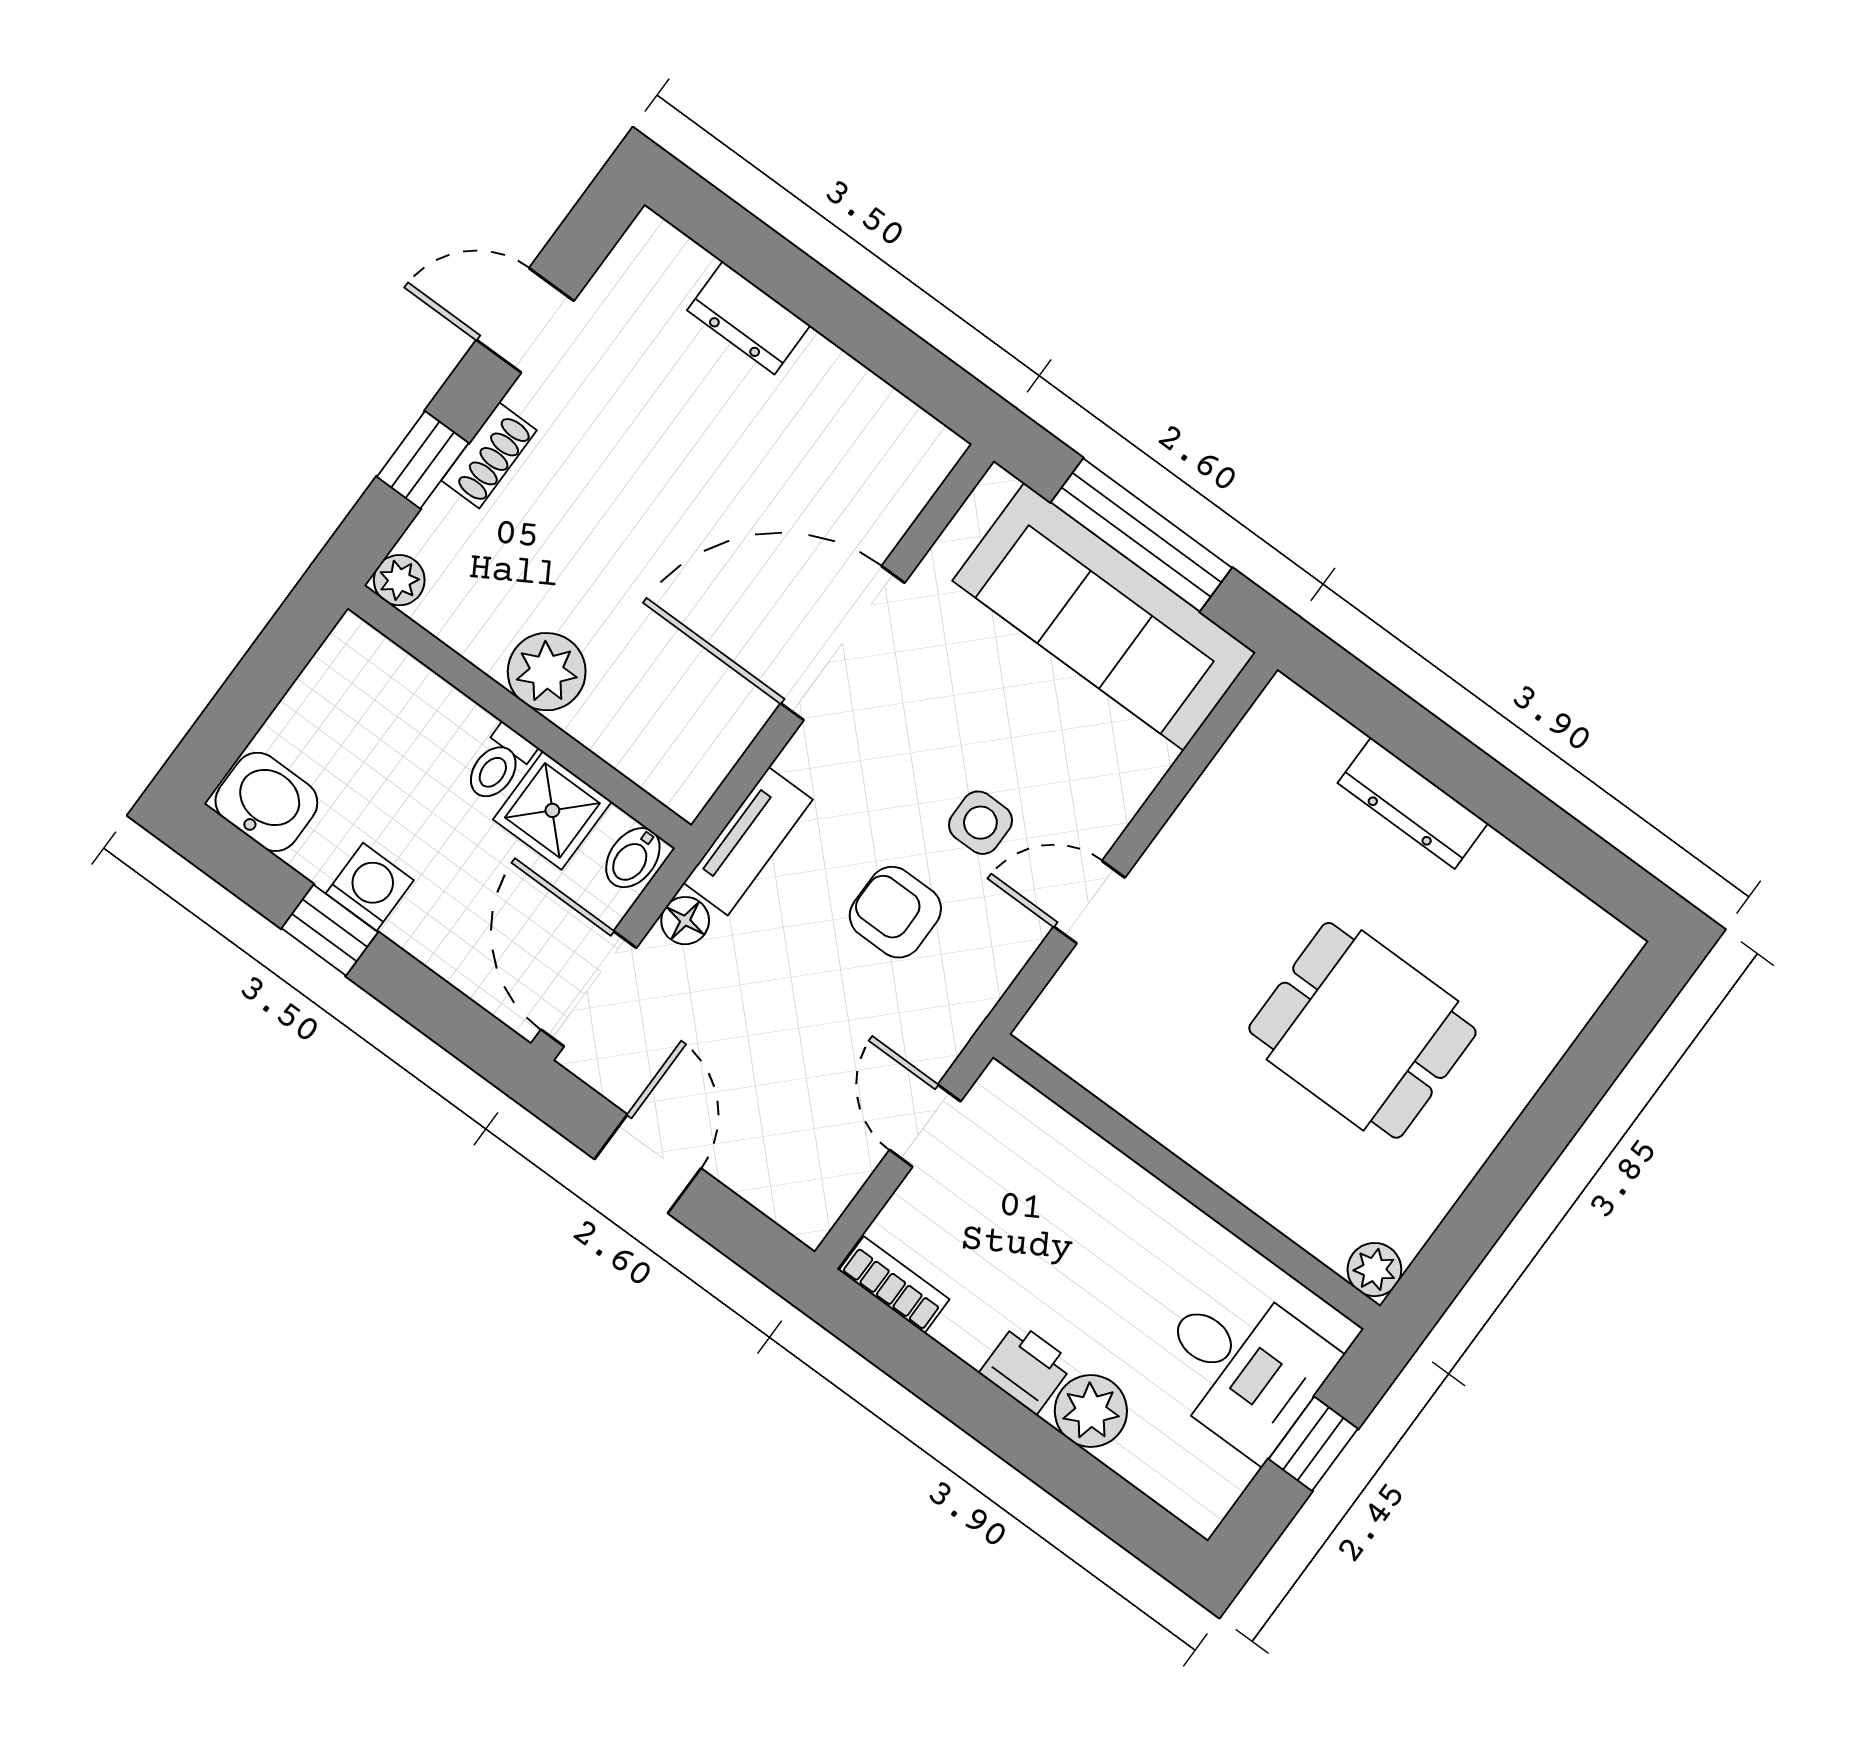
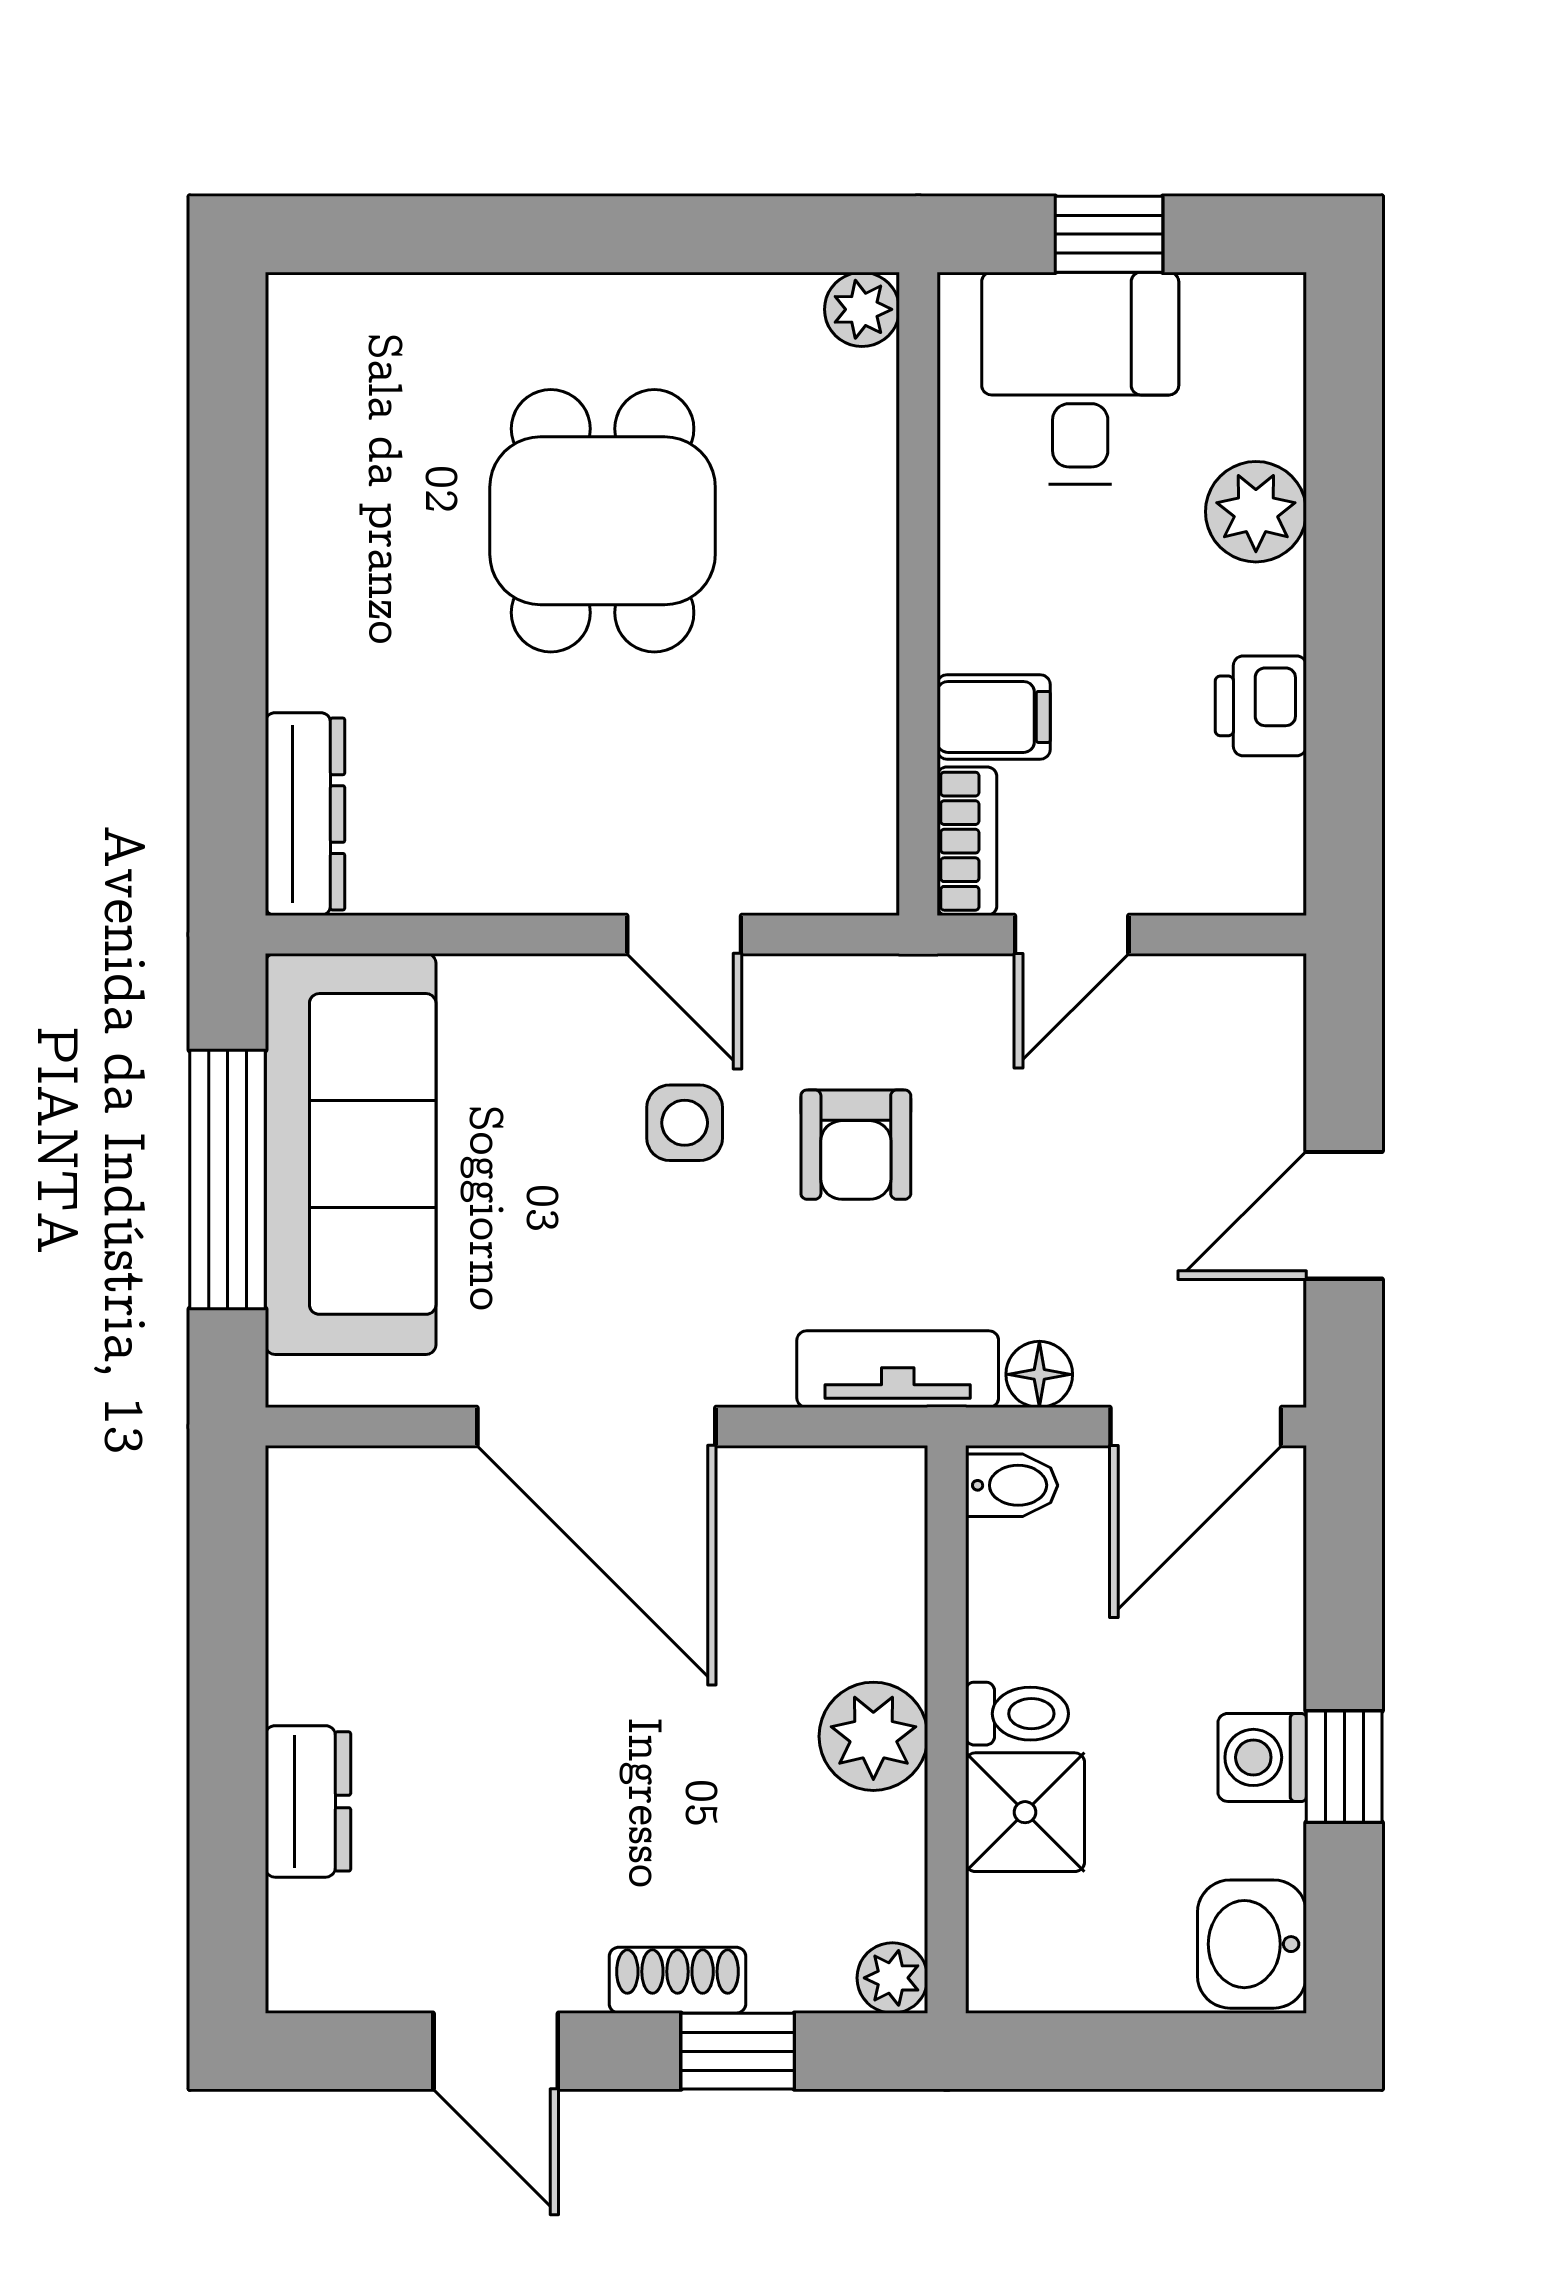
dresser: (1413, 803) -> (305, 814), moved
shower: (552, 810) -> (1025, 1812), moved
filing cabinet: (1084, 1173) -> (994, 717), added
bookcase: (894, 1285) -> (967, 841), moved, turned 180
printer: (1027, 1368) -> (1261, 706), moved

